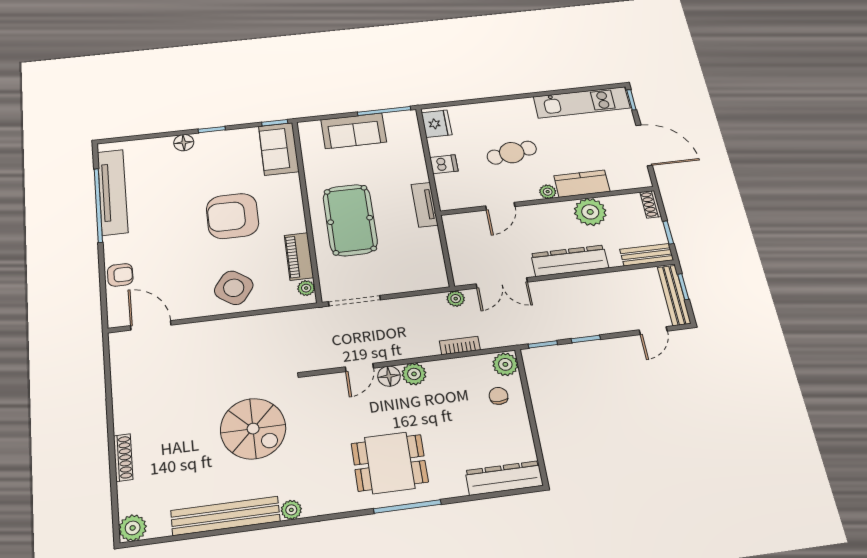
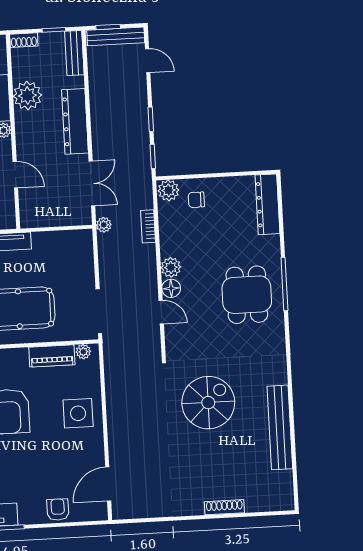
side table: (234, 288) -> (78, 413), turned -36
plant: (291, 510) -> (279, 376), removed
plant: (133, 528) -> (283, 500), removed

